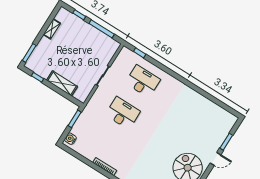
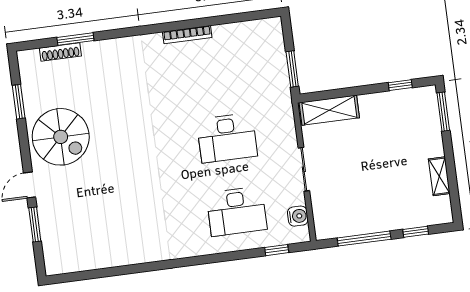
shelving: (62, 83) -> (329, 110), moved
water cooler: (70, 139) -> (298, 216), moved

